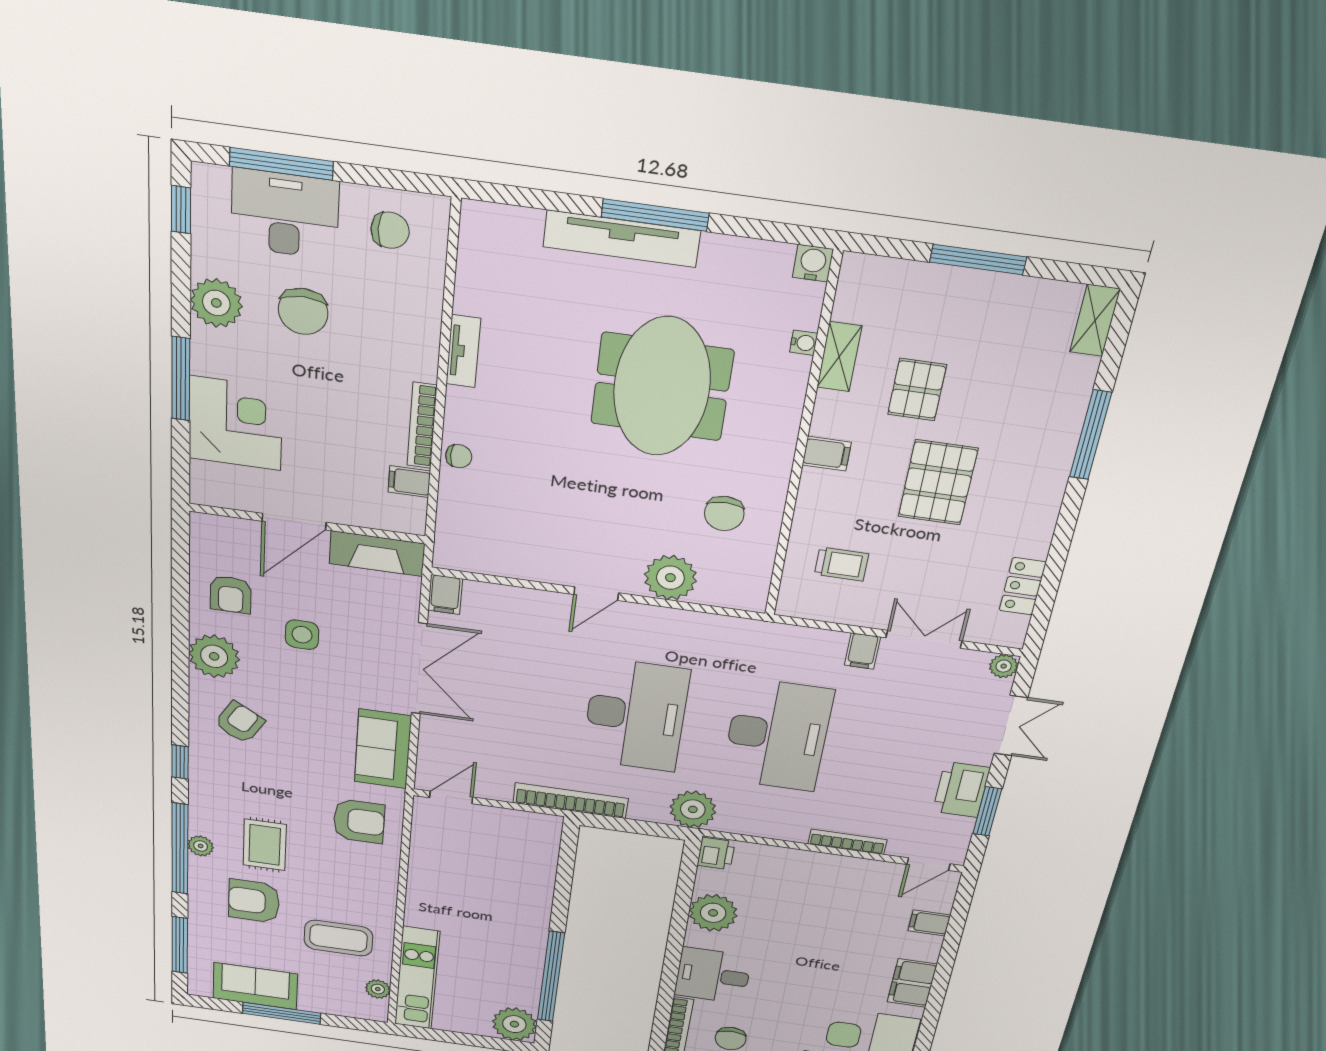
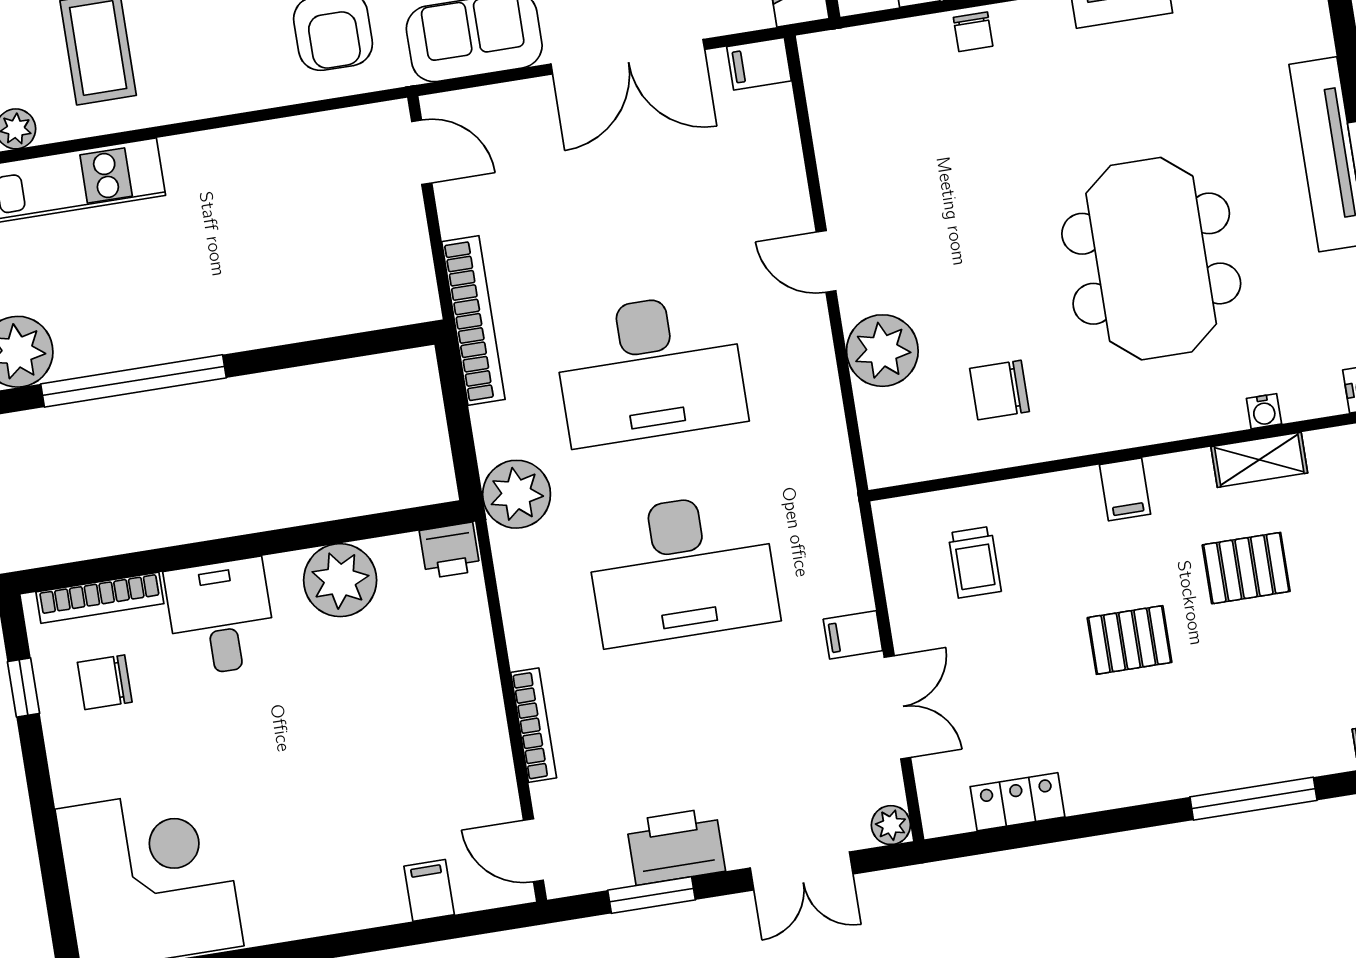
meeting table: (662, 387) -> (1151, 259), turned 90
pallet: (938, 483) -> (1130, 640), width x0.67, depth x0.71
filing cabinet: (912, 983) -> (309, 908), removed

